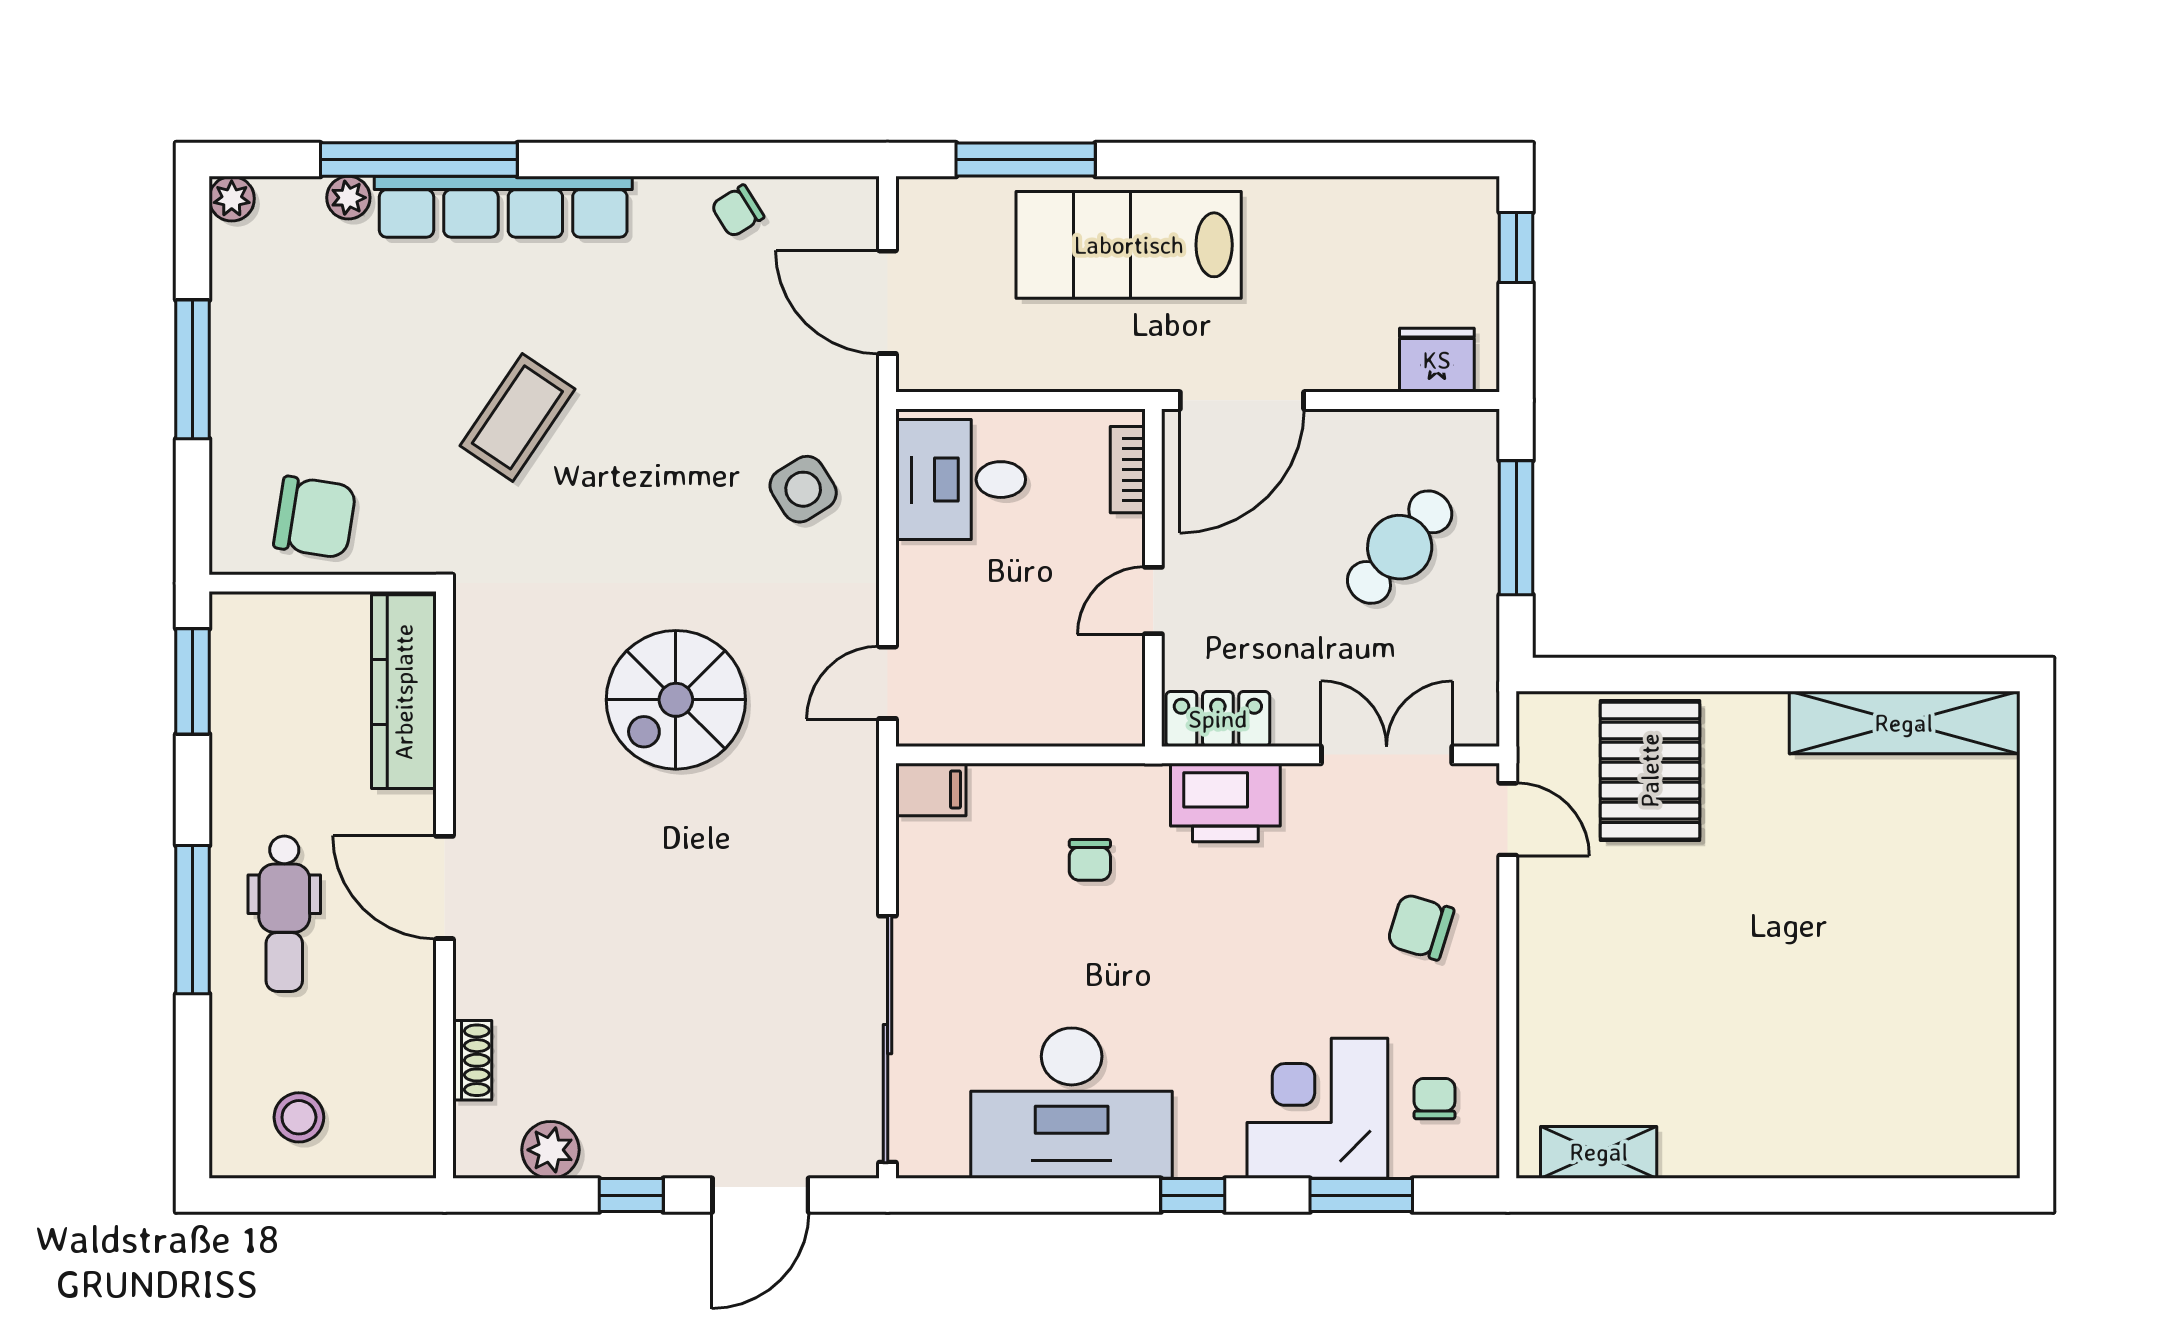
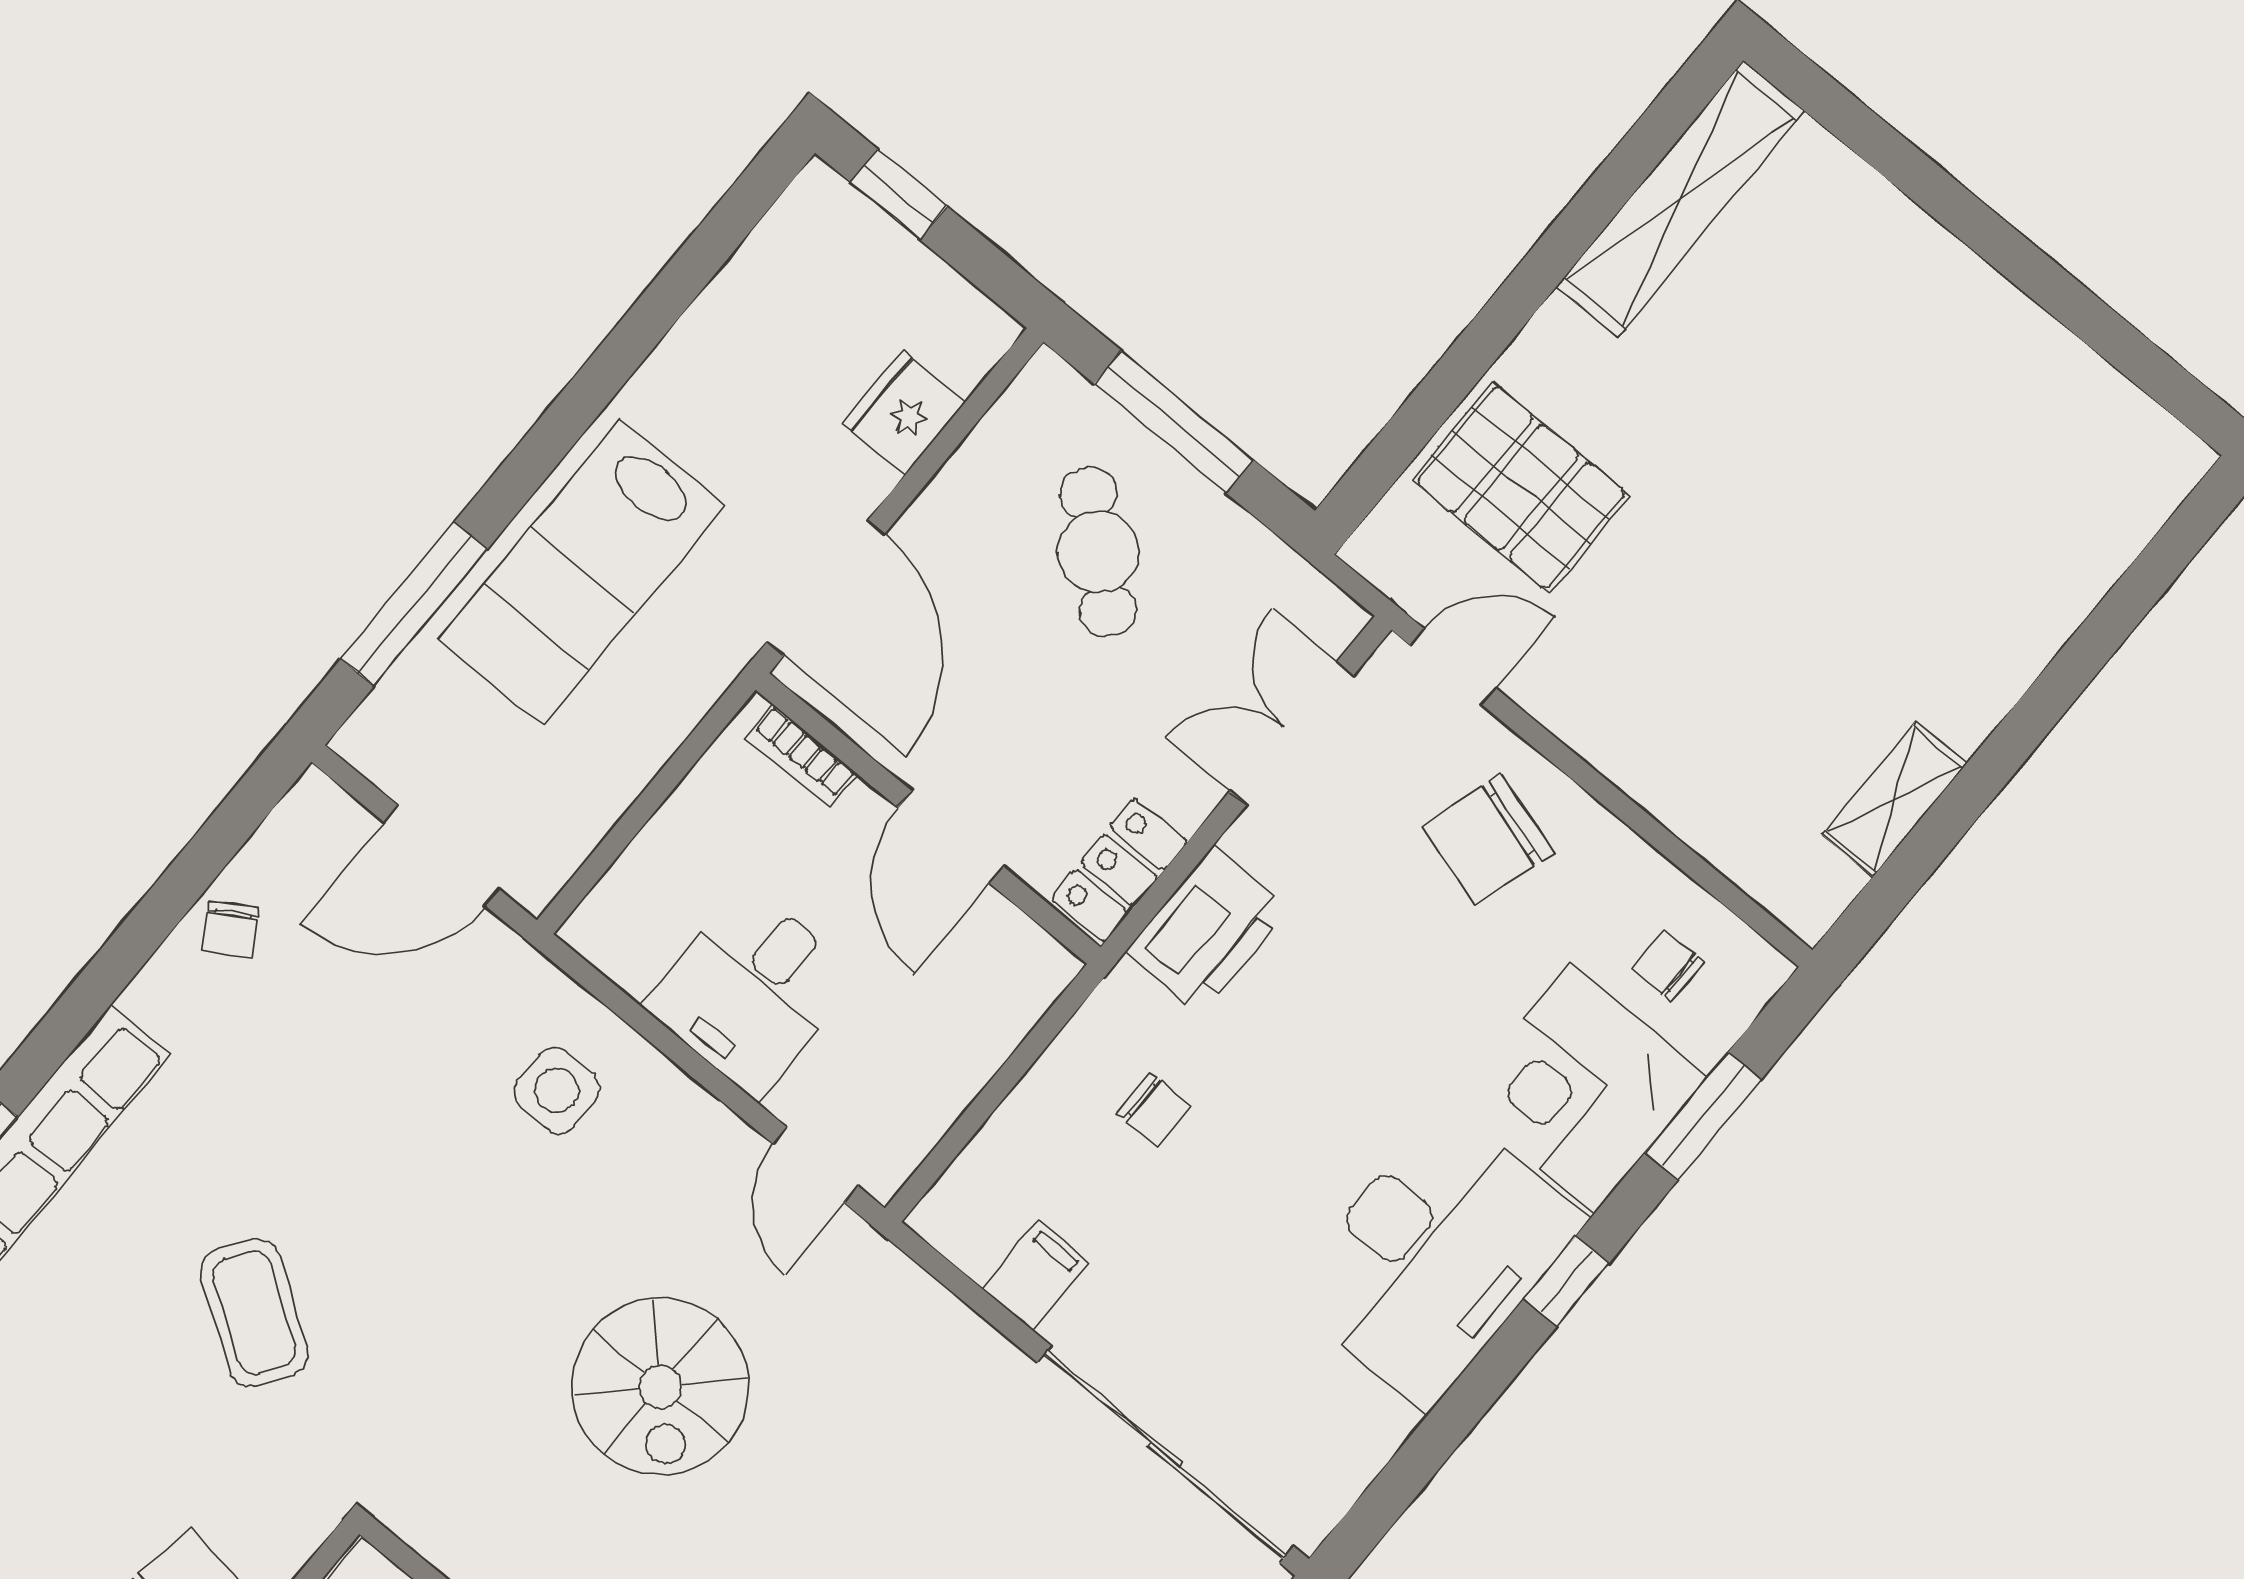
fridge: (1437, 360) -> (904, 413), moved
desk: (961, 480) -> (751, 991), moved
side table: (803, 489) -> (557, 1090), turned 32
door: (1153, 601) -> (951, 837), width x1.38
filing cabinet: (931, 789) -> (1035, 1275), moved
chair: (1420, 927) -> (1488, 840), width x1.37, depth x1.37
desk: (1072, 1103) -> (1435, 1256), moved
shelving: (1599, 1152) -> (1895, 799), moved

